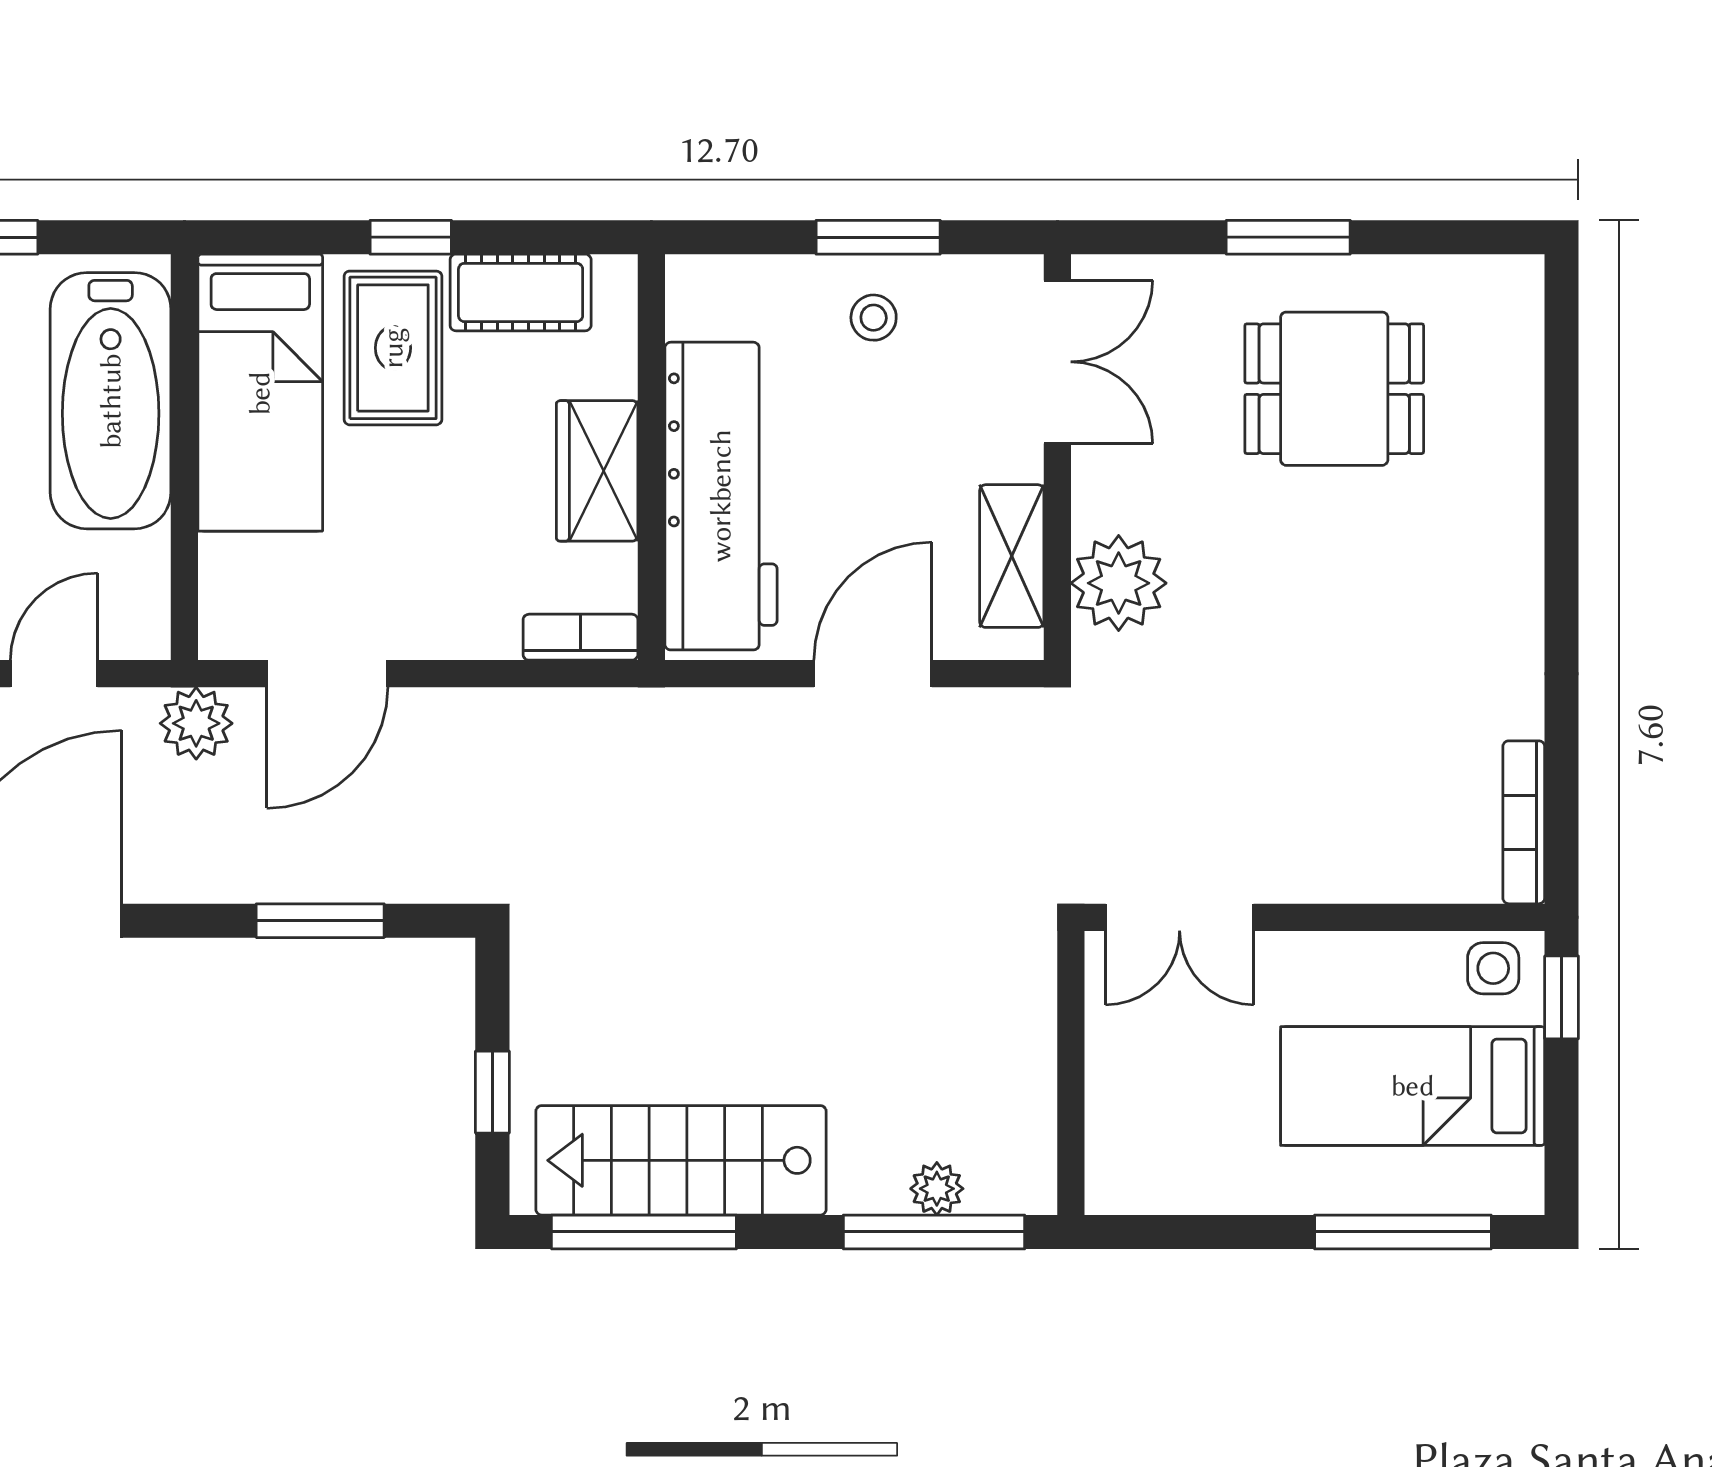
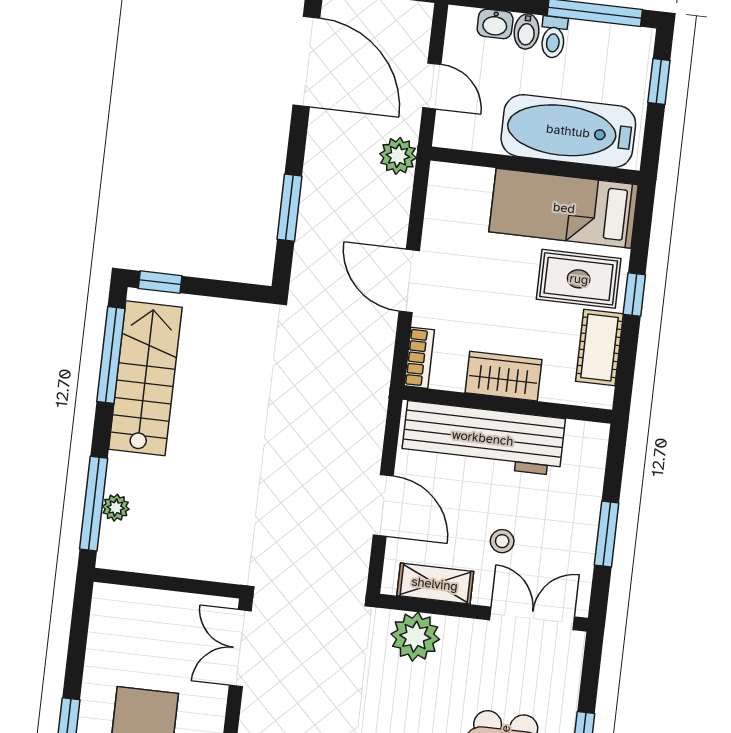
stool: (874, 318) -> (502, 541), moved
double door: (1057, 362) -> (532, 618), swing flipped
door: (327, 674) -> (409, 281), moved
window: (492, 1092) -> (160, 282), moved

